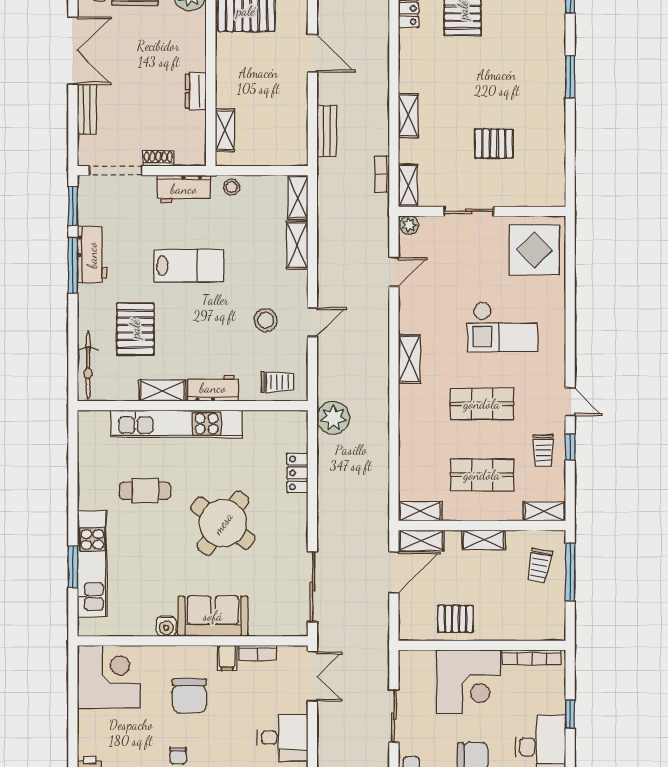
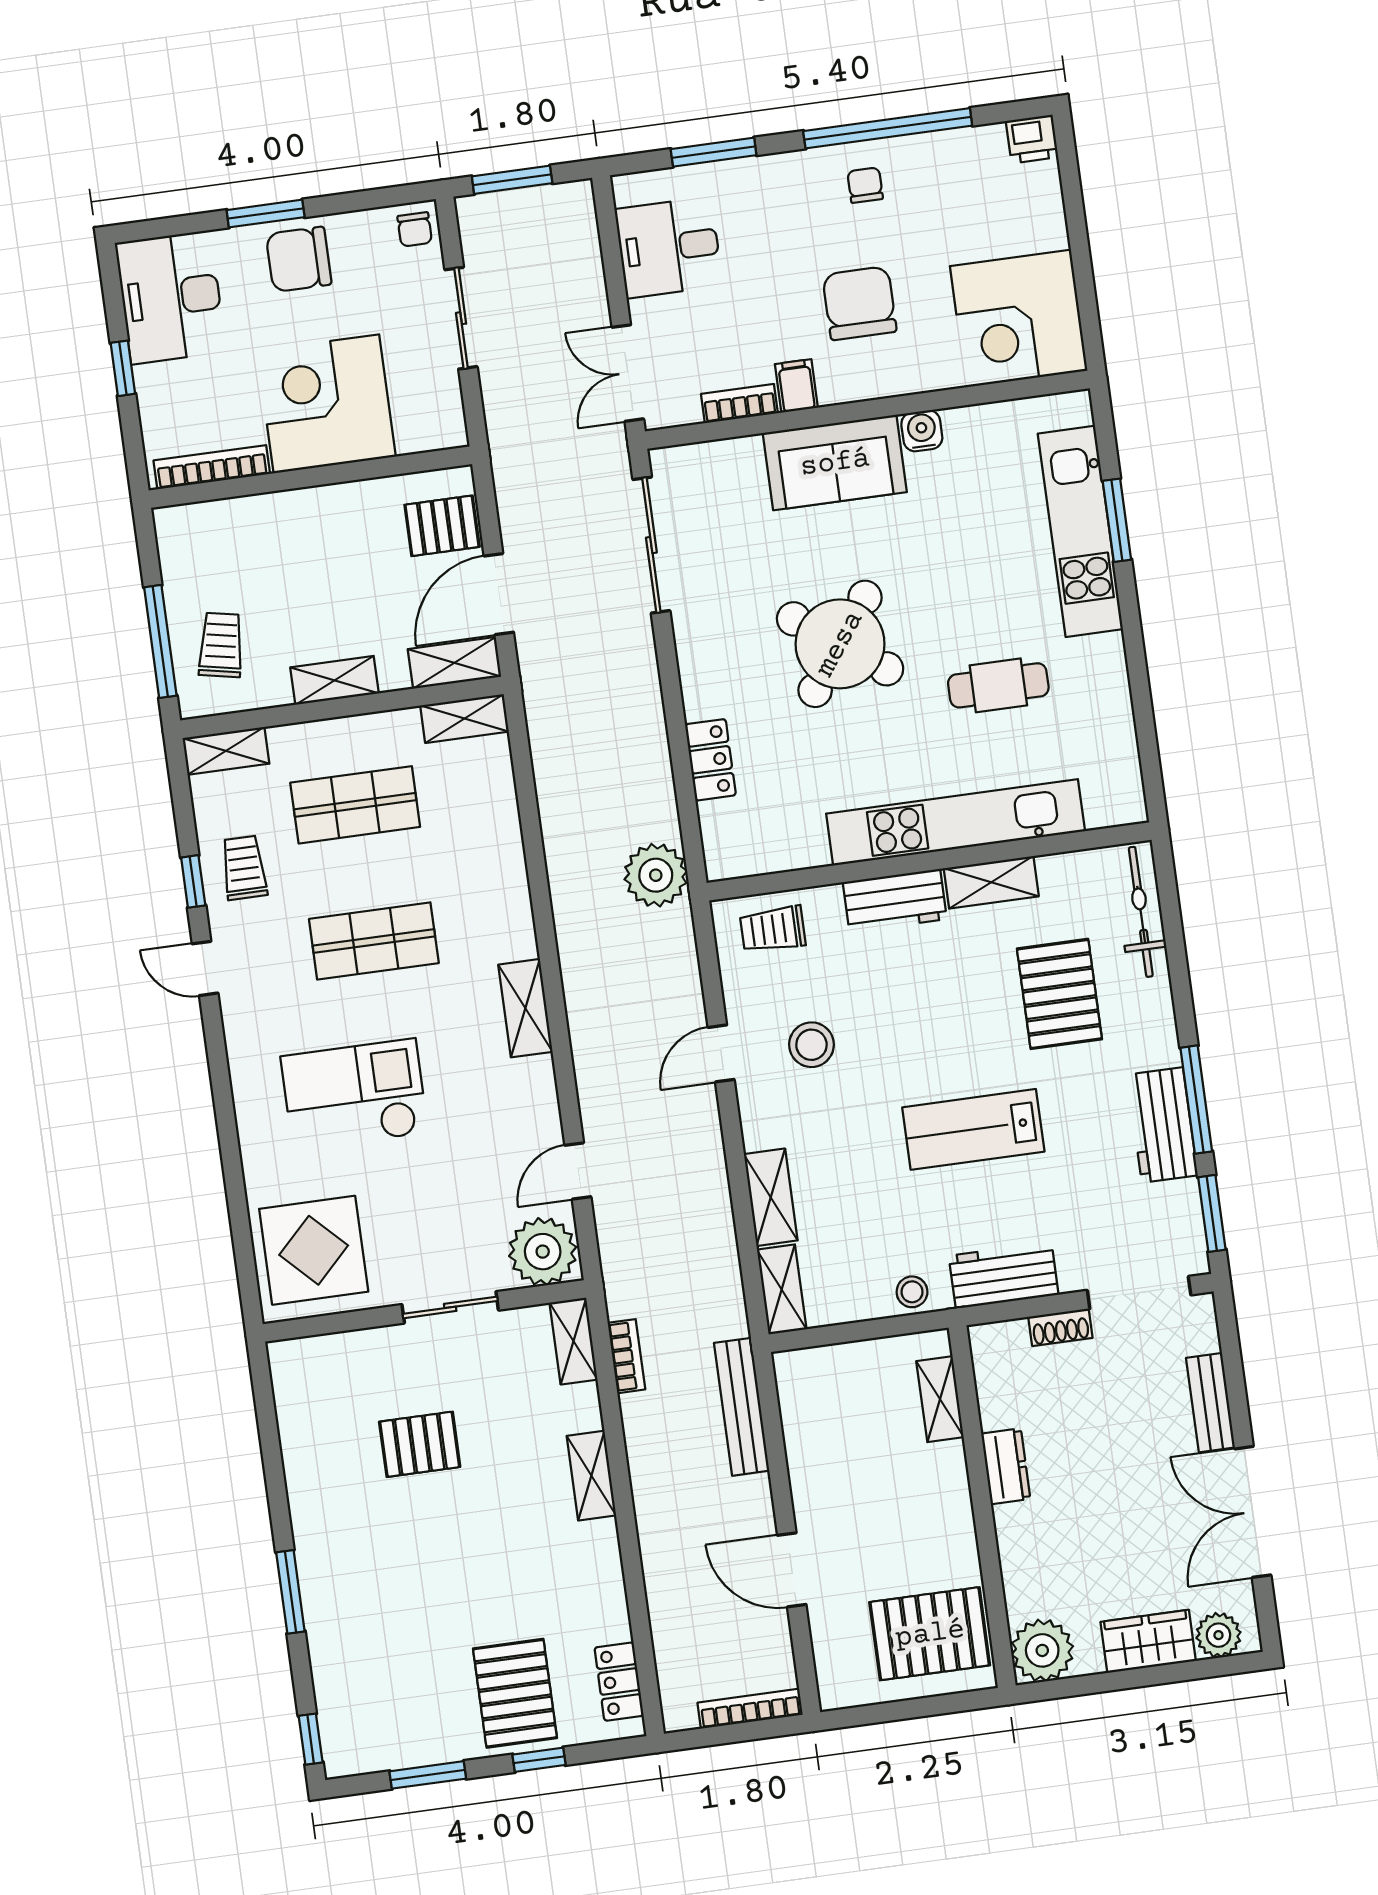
bench: (327, 131) -> (742, 1407), width x1.36
plant: (409, 225) -> (543, 1252), width x1.88, depth x1.88
pallet: (456, 619) -> (442, 526), moved

